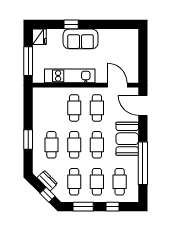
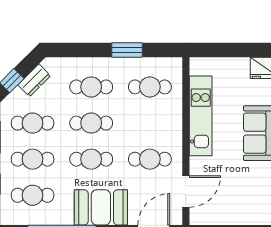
window: (28, 61) -> (224, 50), removed
cafe table: (74, 108) -> (150, 87), moved
window: (28, 140) -> (127, 50), moved

